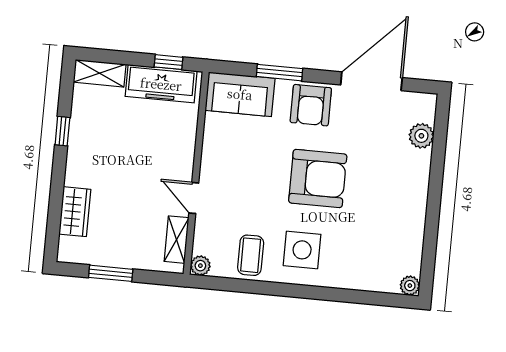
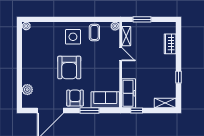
freezer: (161, 84) -> (129, 93), moved, turned 90
armchair: (318, 178) -> (69, 67), turned -90
window: (111, 273) -> (142, 19), moved

